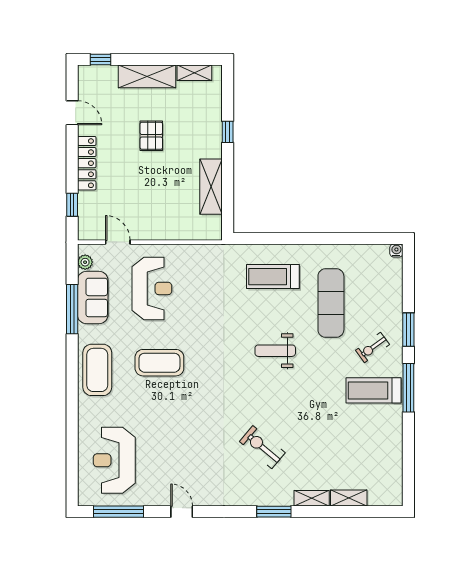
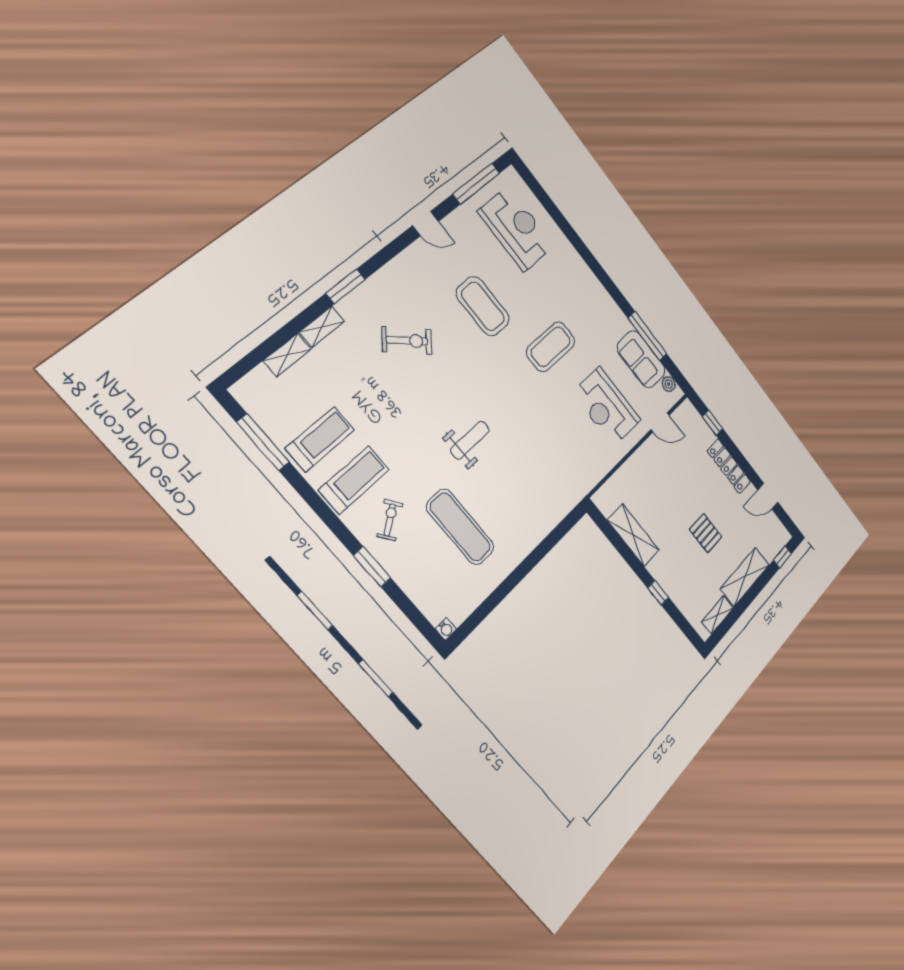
treadmill: (273, 277) -> (320, 439), moved
coffee table: (97, 370) -> (483, 306), moved
window: (408, 388) -> (263, 442), moved

